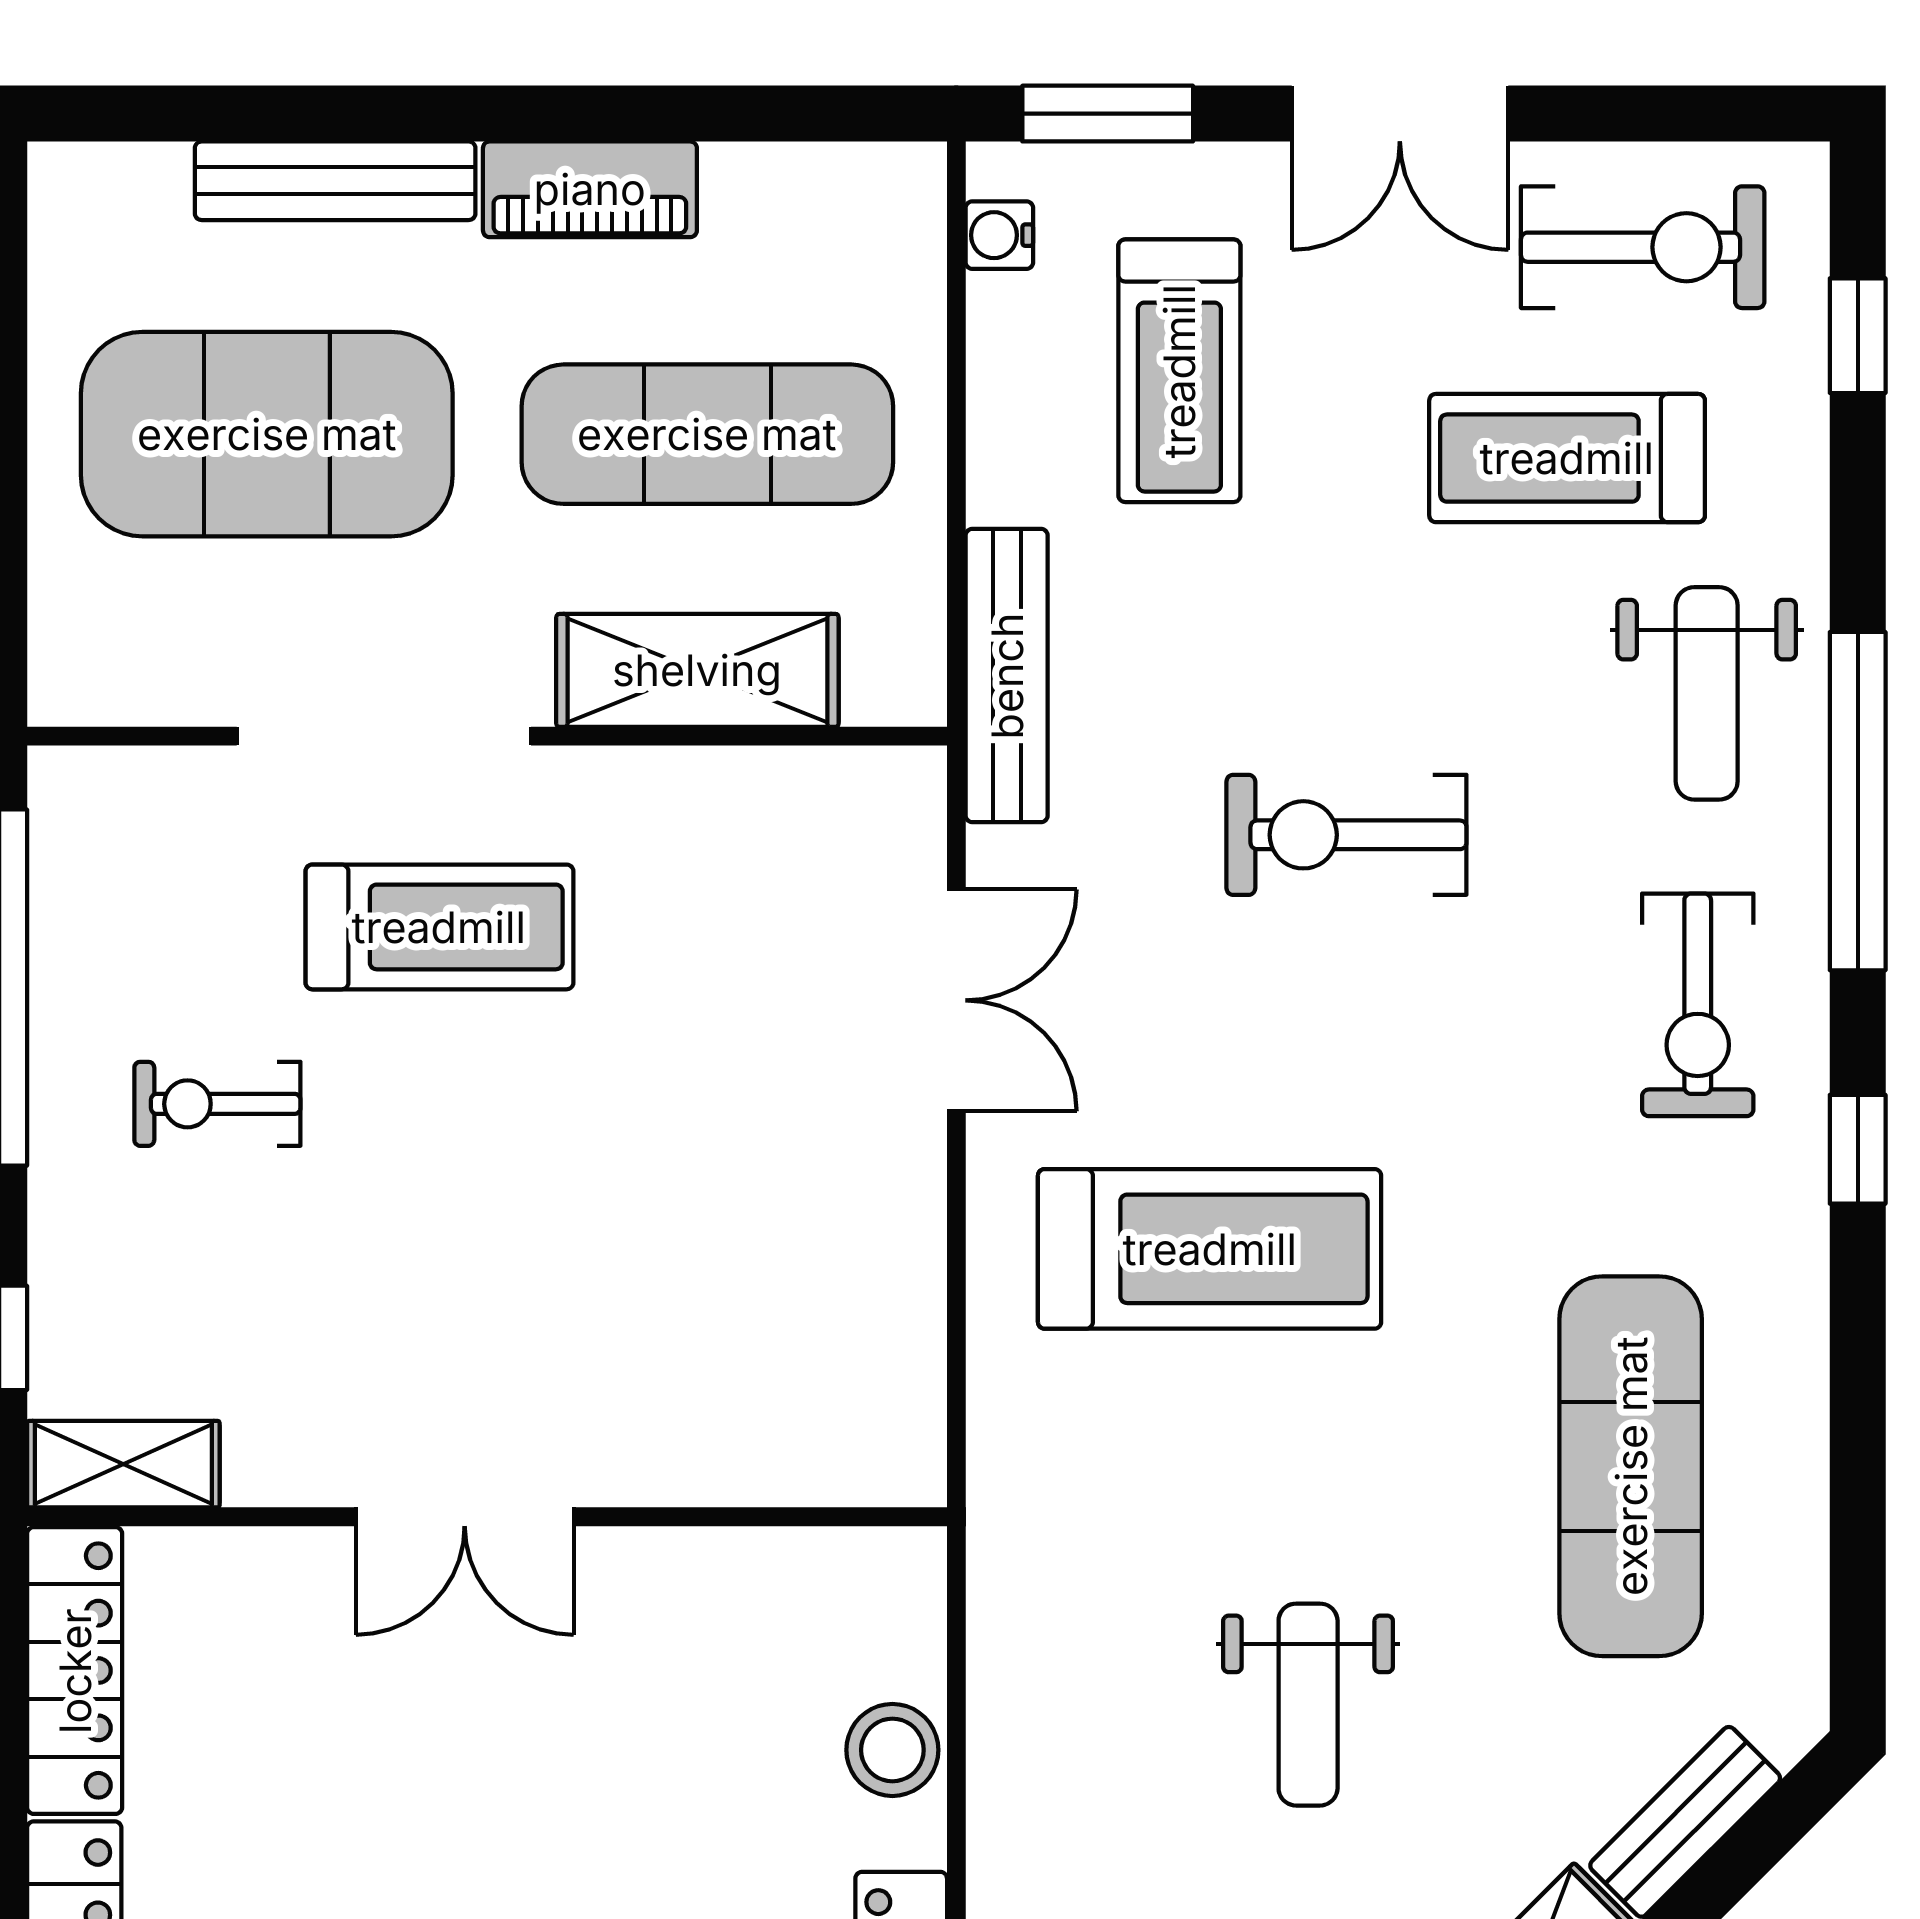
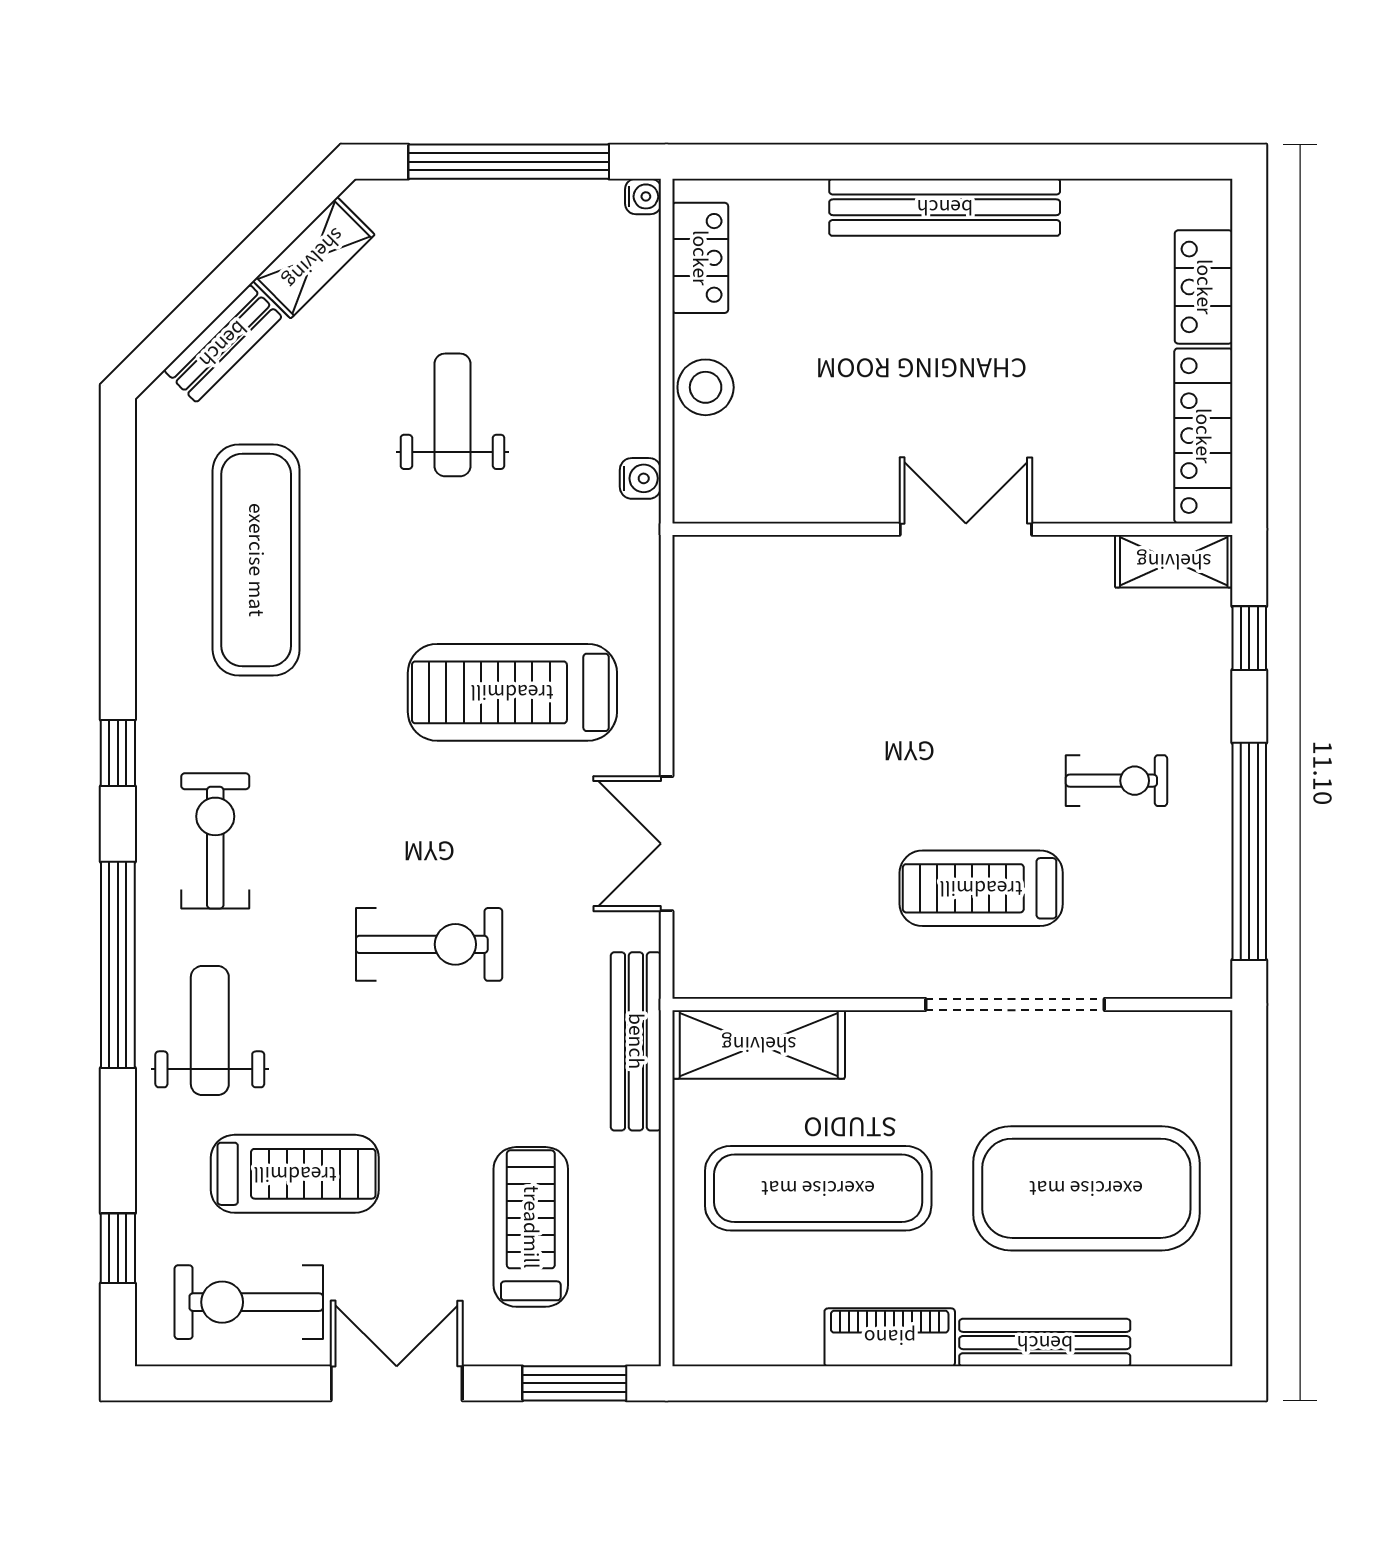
water cooler: (999, 235) -> (640, 478), moved
shelving: (697, 670) -> (759, 1044), moved

